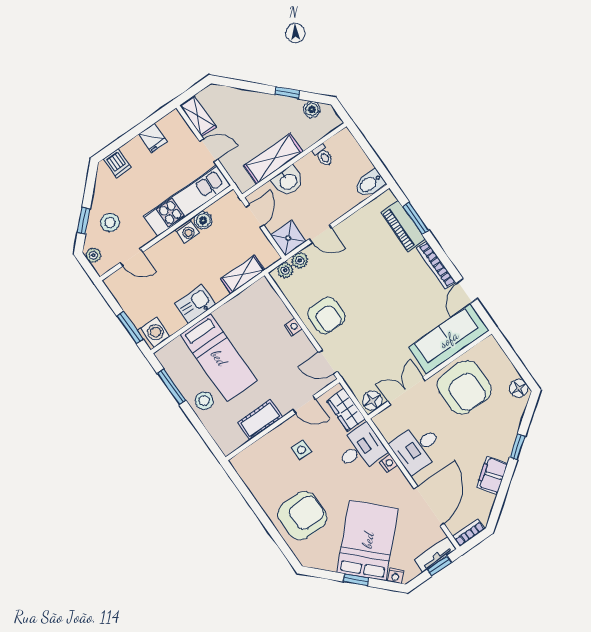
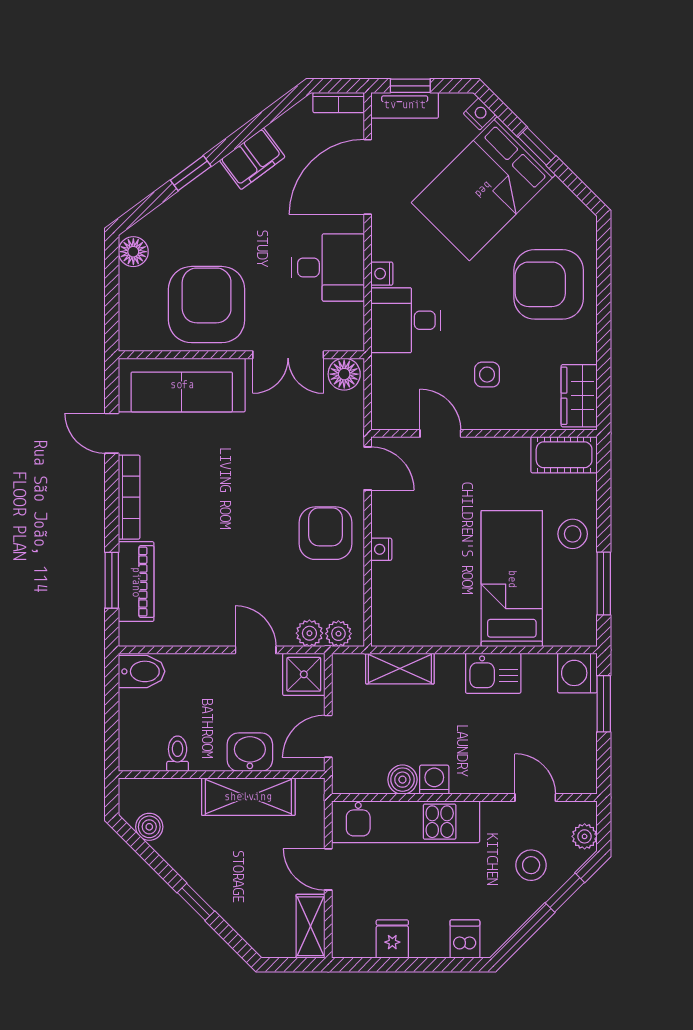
window: (288, 93) -> (196, 902), moved
door: (467, 291) -> (112, 433), swing flipped
wardrobe: (346, 410) -> (579, 396), moved, turned 180
cot: (260, 420) -> (564, 455), moved

